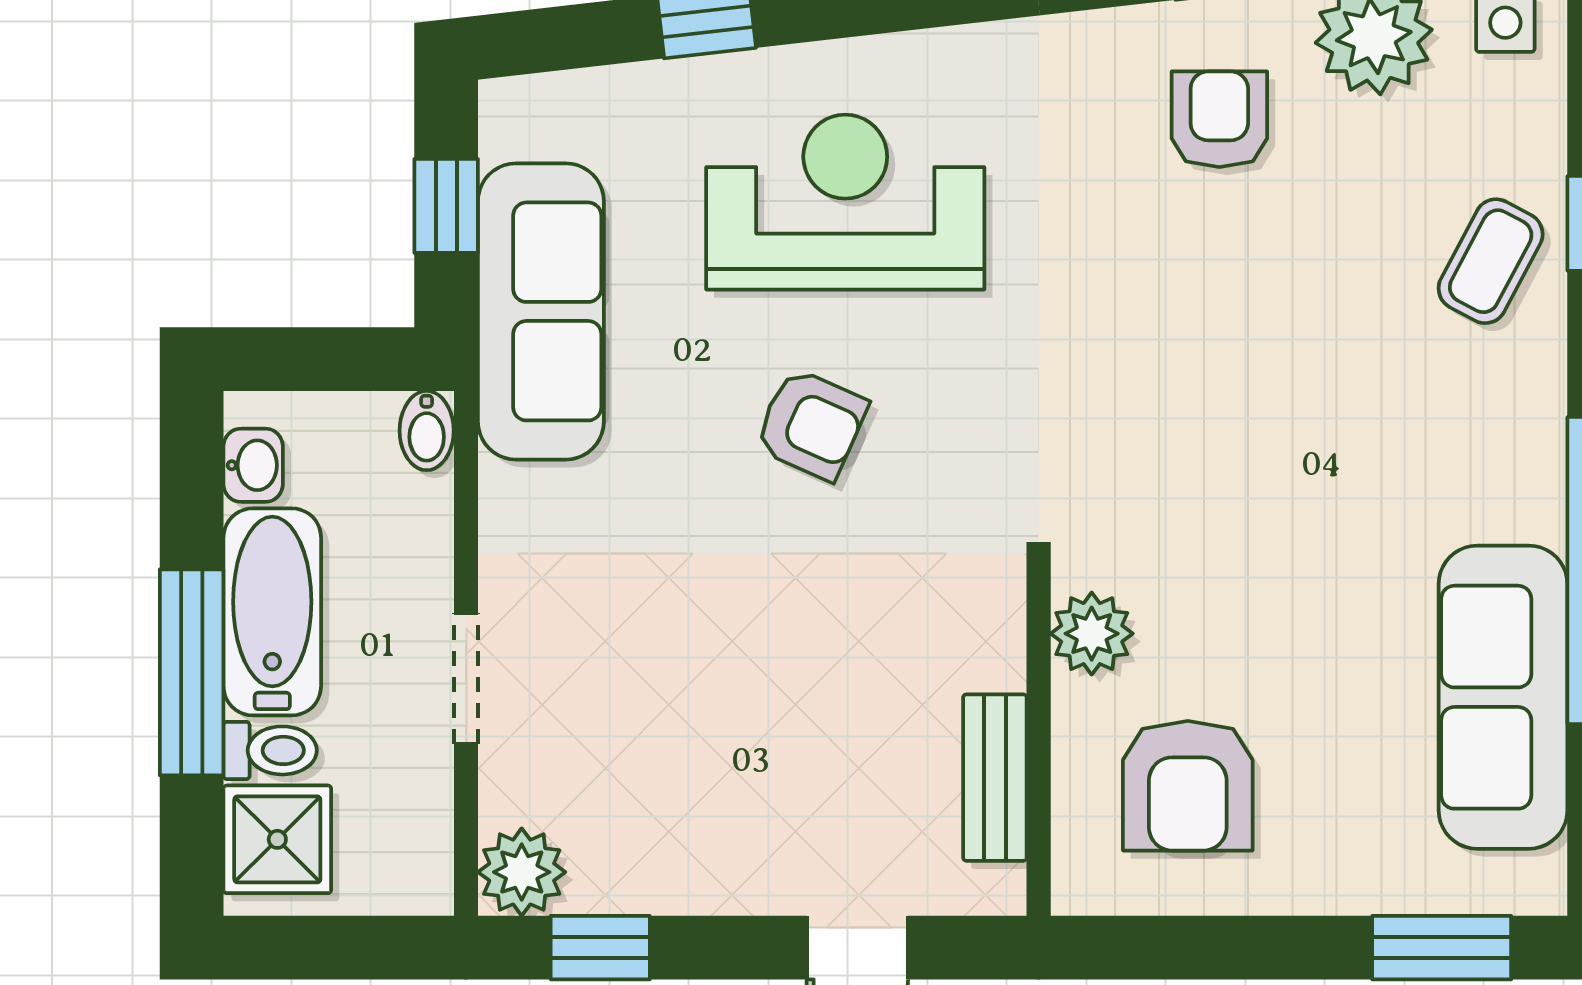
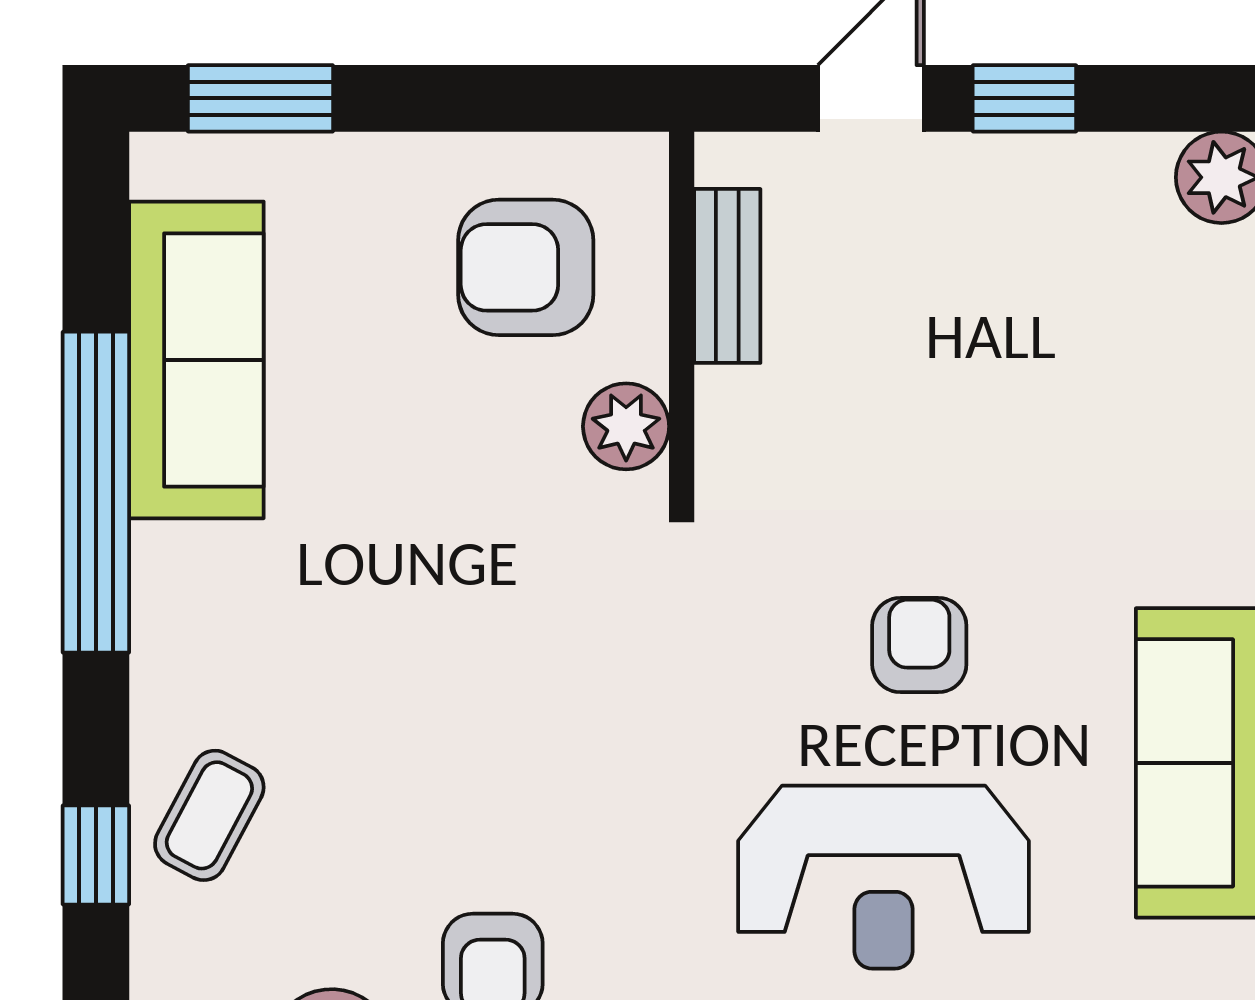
armchair: (811, 424) -> (919, 645), turned 66
armchair: (1188, 786) -> (526, 267), turned -90
window: (600, 948) -> (1024, 98), moved

